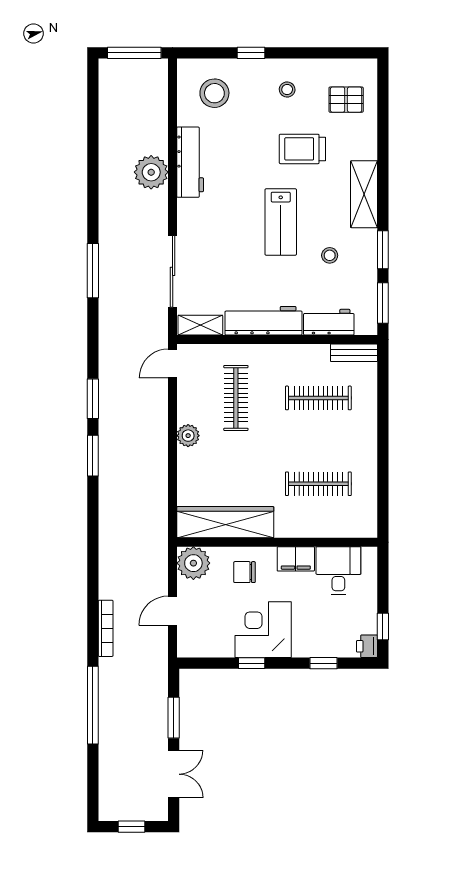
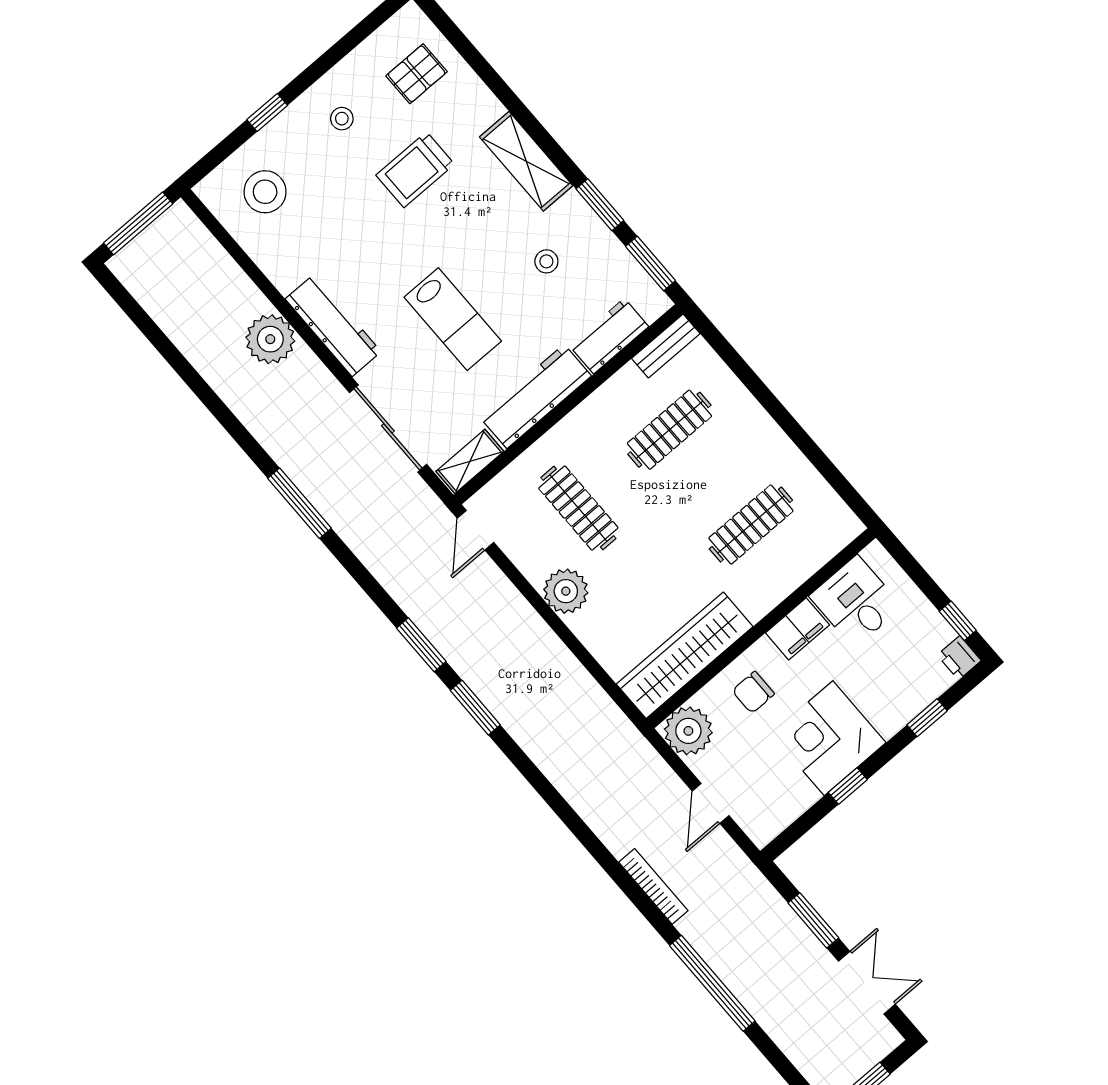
workbench: (190, 162) -> (333, 325), moved
lab bench: (281, 222) -> (453, 319), moved
plant: (188, 436) -> (566, 591), width x1.36, depth x1.36

